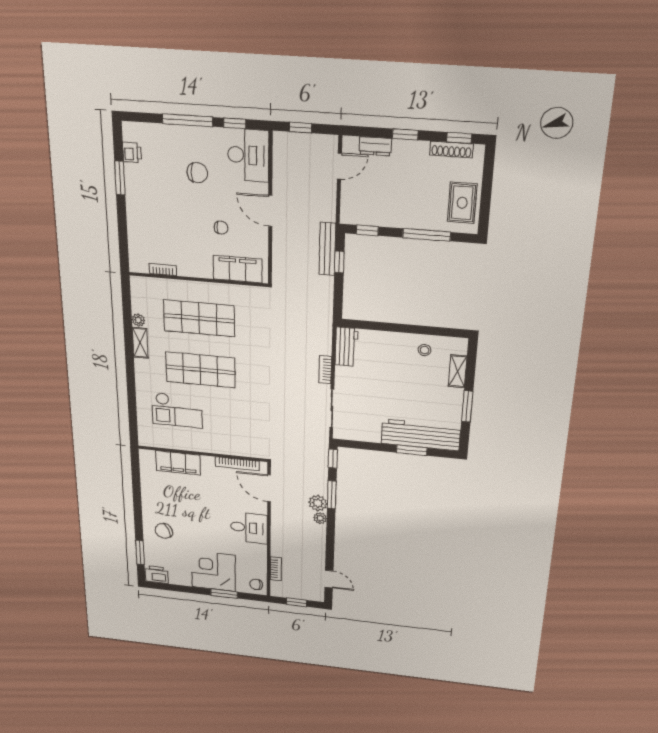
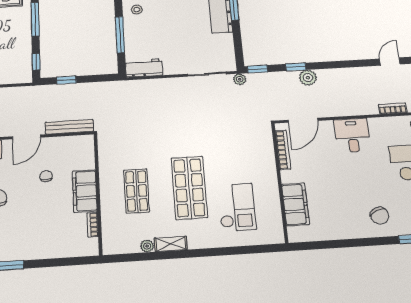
bench: (327, 249) -> (69, 127), moved
filing cabinet: (238, 269) -> (85, 191), moved
shop shelf: (199, 318) -> (137, 191), width x0.70, depth x0.74
window: (393, 327) -> (120, 35), added
bookcase: (325, 370) -> (169, 83), removed
window: (332, 495) -> (296, 67), width x0.67
plant: (320, 518) -> (240, 79), moved

